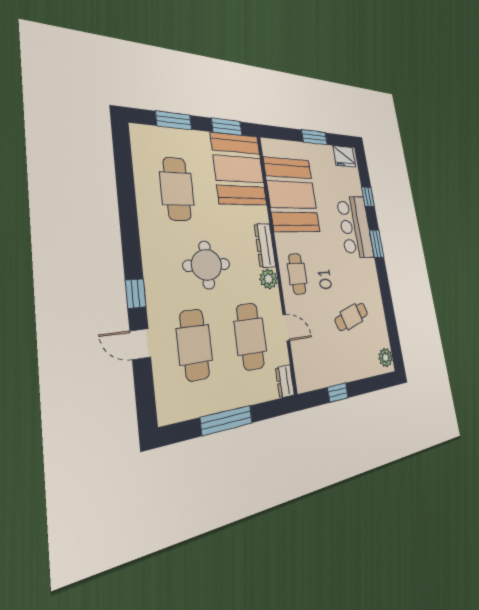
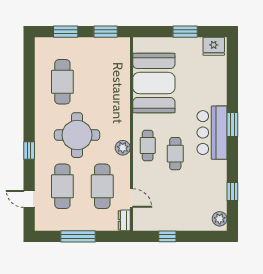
booth: (239, 169) -> (111, 65), removed
window: (368, 197) -> (232, 192), moved
bar counter: (355, 227) -> (212, 133), moved
dresser: (265, 245) -> (124, 123), removed
round table: (207, 265) -> (77, 135), width x1.36, depth x1.36
cafe table: (351, 317) -> (175, 154), moved, turned -72
door: (286, 328) -> (131, 198), moved
door: (140, 344) -> (29, 199), moved

